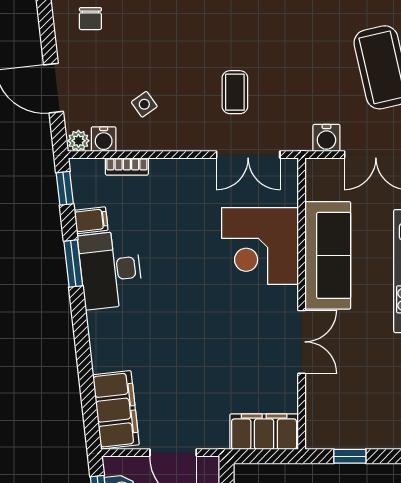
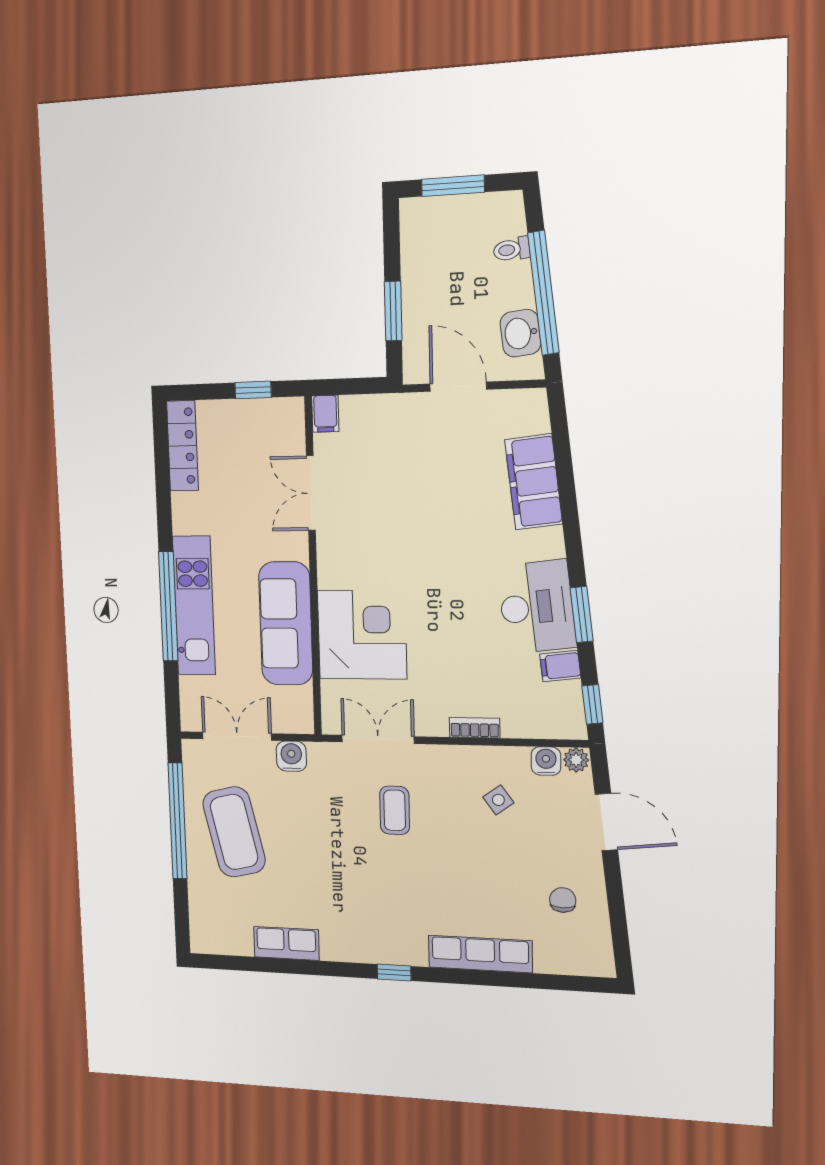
bookcase: (127, 166) -> (475, 728), moved
double door: (302, 342) -> (311, 493), moved
filing cabinet: (116, 410) -> (534, 482), moved
filing cabinet: (264, 432) -> (325, 414), width x0.33, depth x0.86

